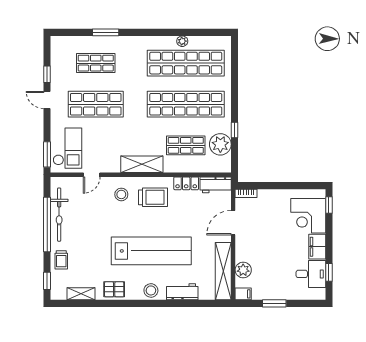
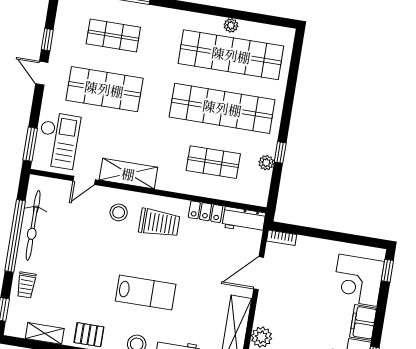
plant: (220, 144) -> (266, 163), width x0.53, depth x0.53
shelving: (142, 164) -> (128, 174), moved
lab bench: (151, 251) -> (146, 293), width x0.54, depth x0.72

